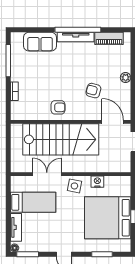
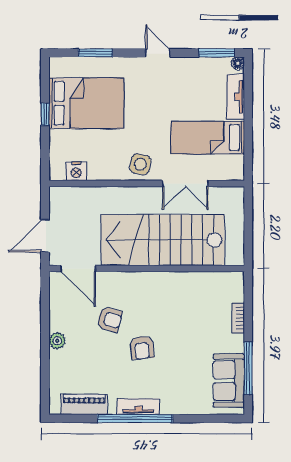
tv unit: (76, 37) -> (138, 407), width x0.71
sofa: (40, 42) -> (229, 381), moved, turned -90
armchair: (58, 107) -> (142, 348), moved, turned -95
nightstand: (97, 182) -> (76, 171), moved
bed: (108, 218) -> (86, 103), width x0.73

